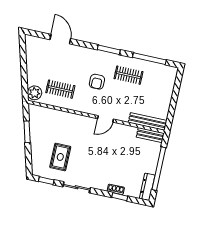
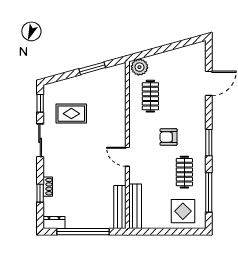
display table: (160, 83) -> (183, 211), added
bench: (150, 135) -> (120, 207), width x1.36
dresser: (147, 187) -> (54, 223), width x0.70

